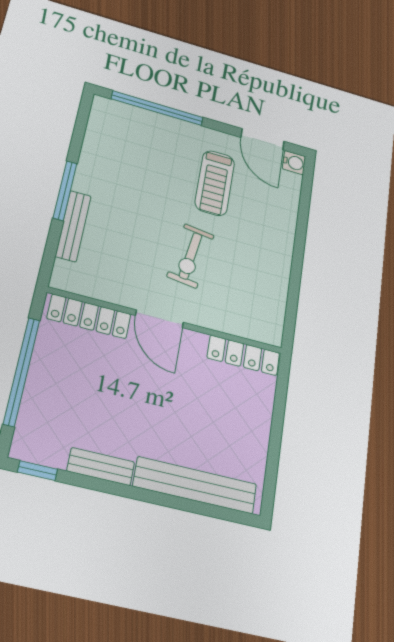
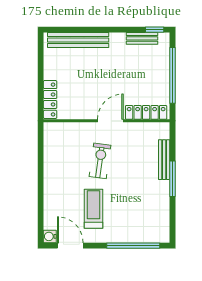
door: (159, 319) -> (110, 121), hinge flipped
locker: (244, 355) -> (50, 99), moved, turned 90
bench: (101, 467) -> (142, 38), moved

